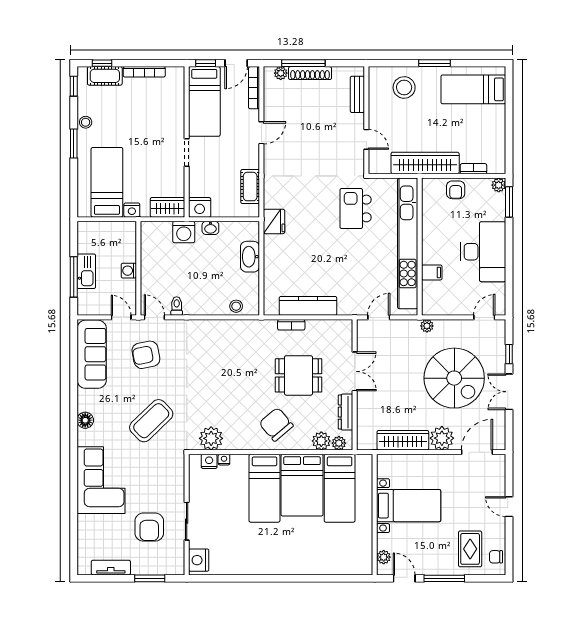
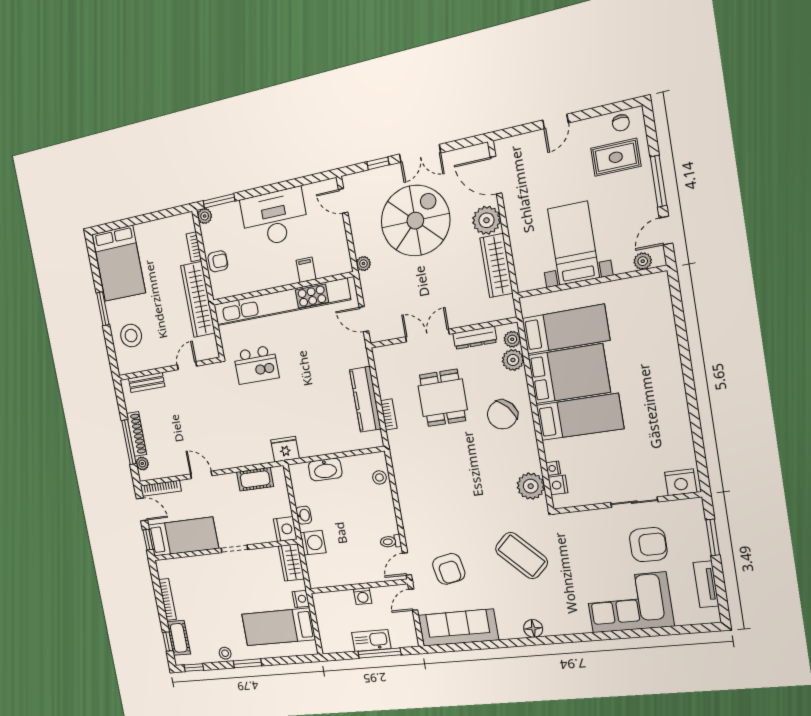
bed: (473, 89) -> (119, 263), width x1.50
corner sofa: (101, 480) -> (629, 603), moved

